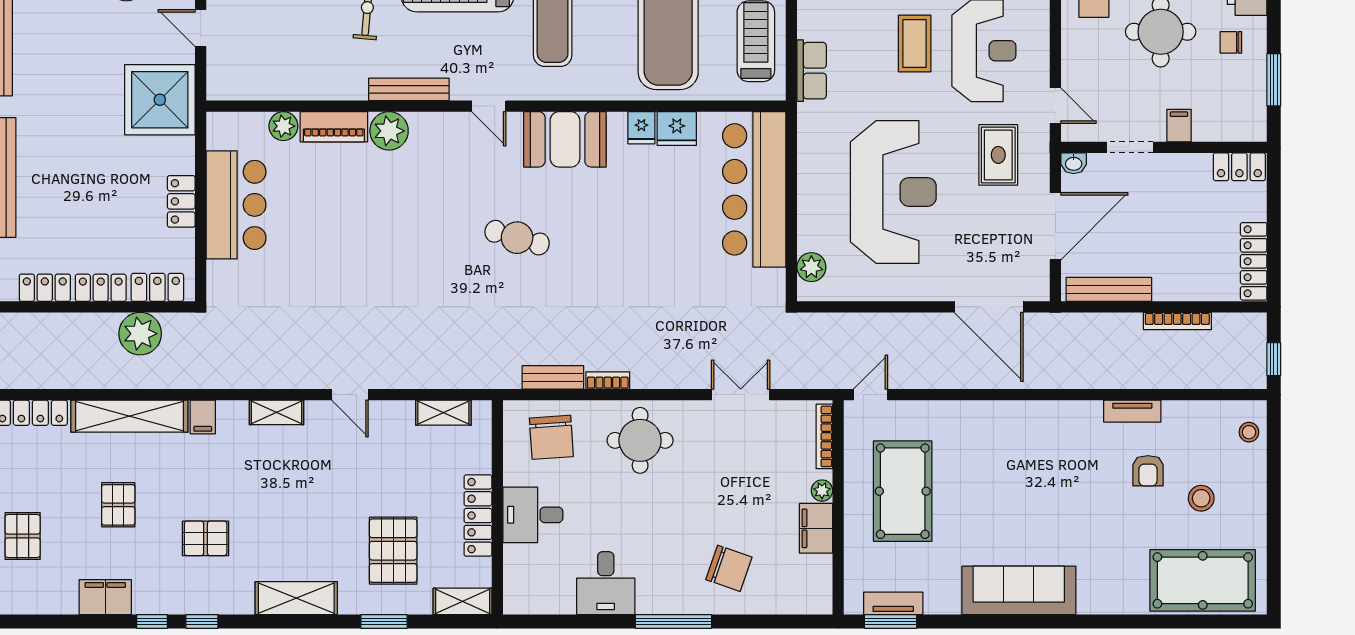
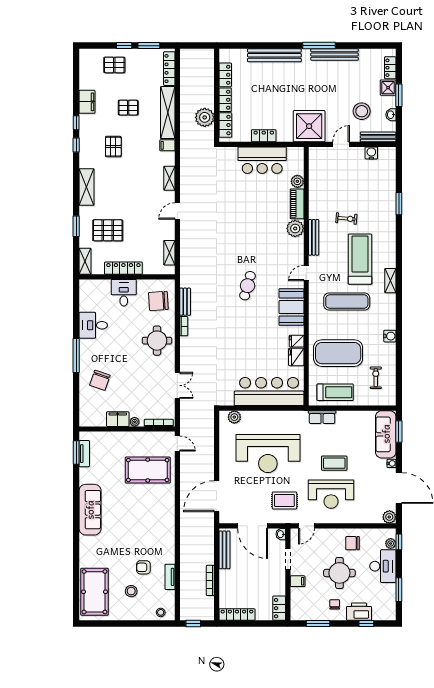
tv unit: (1132, 411) -> (170, 577), moved
pool table: (903, 491) -> (148, 470), moved

